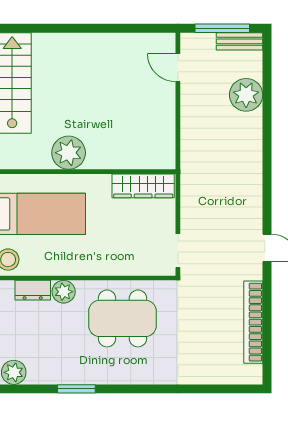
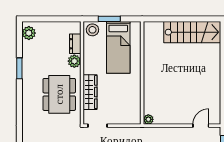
plant: (69, 153) -> (148, 119), moved, width x0.53, depth x0.53
wardrobe: (143, 186) -> (90, 92), moved, turned 180

